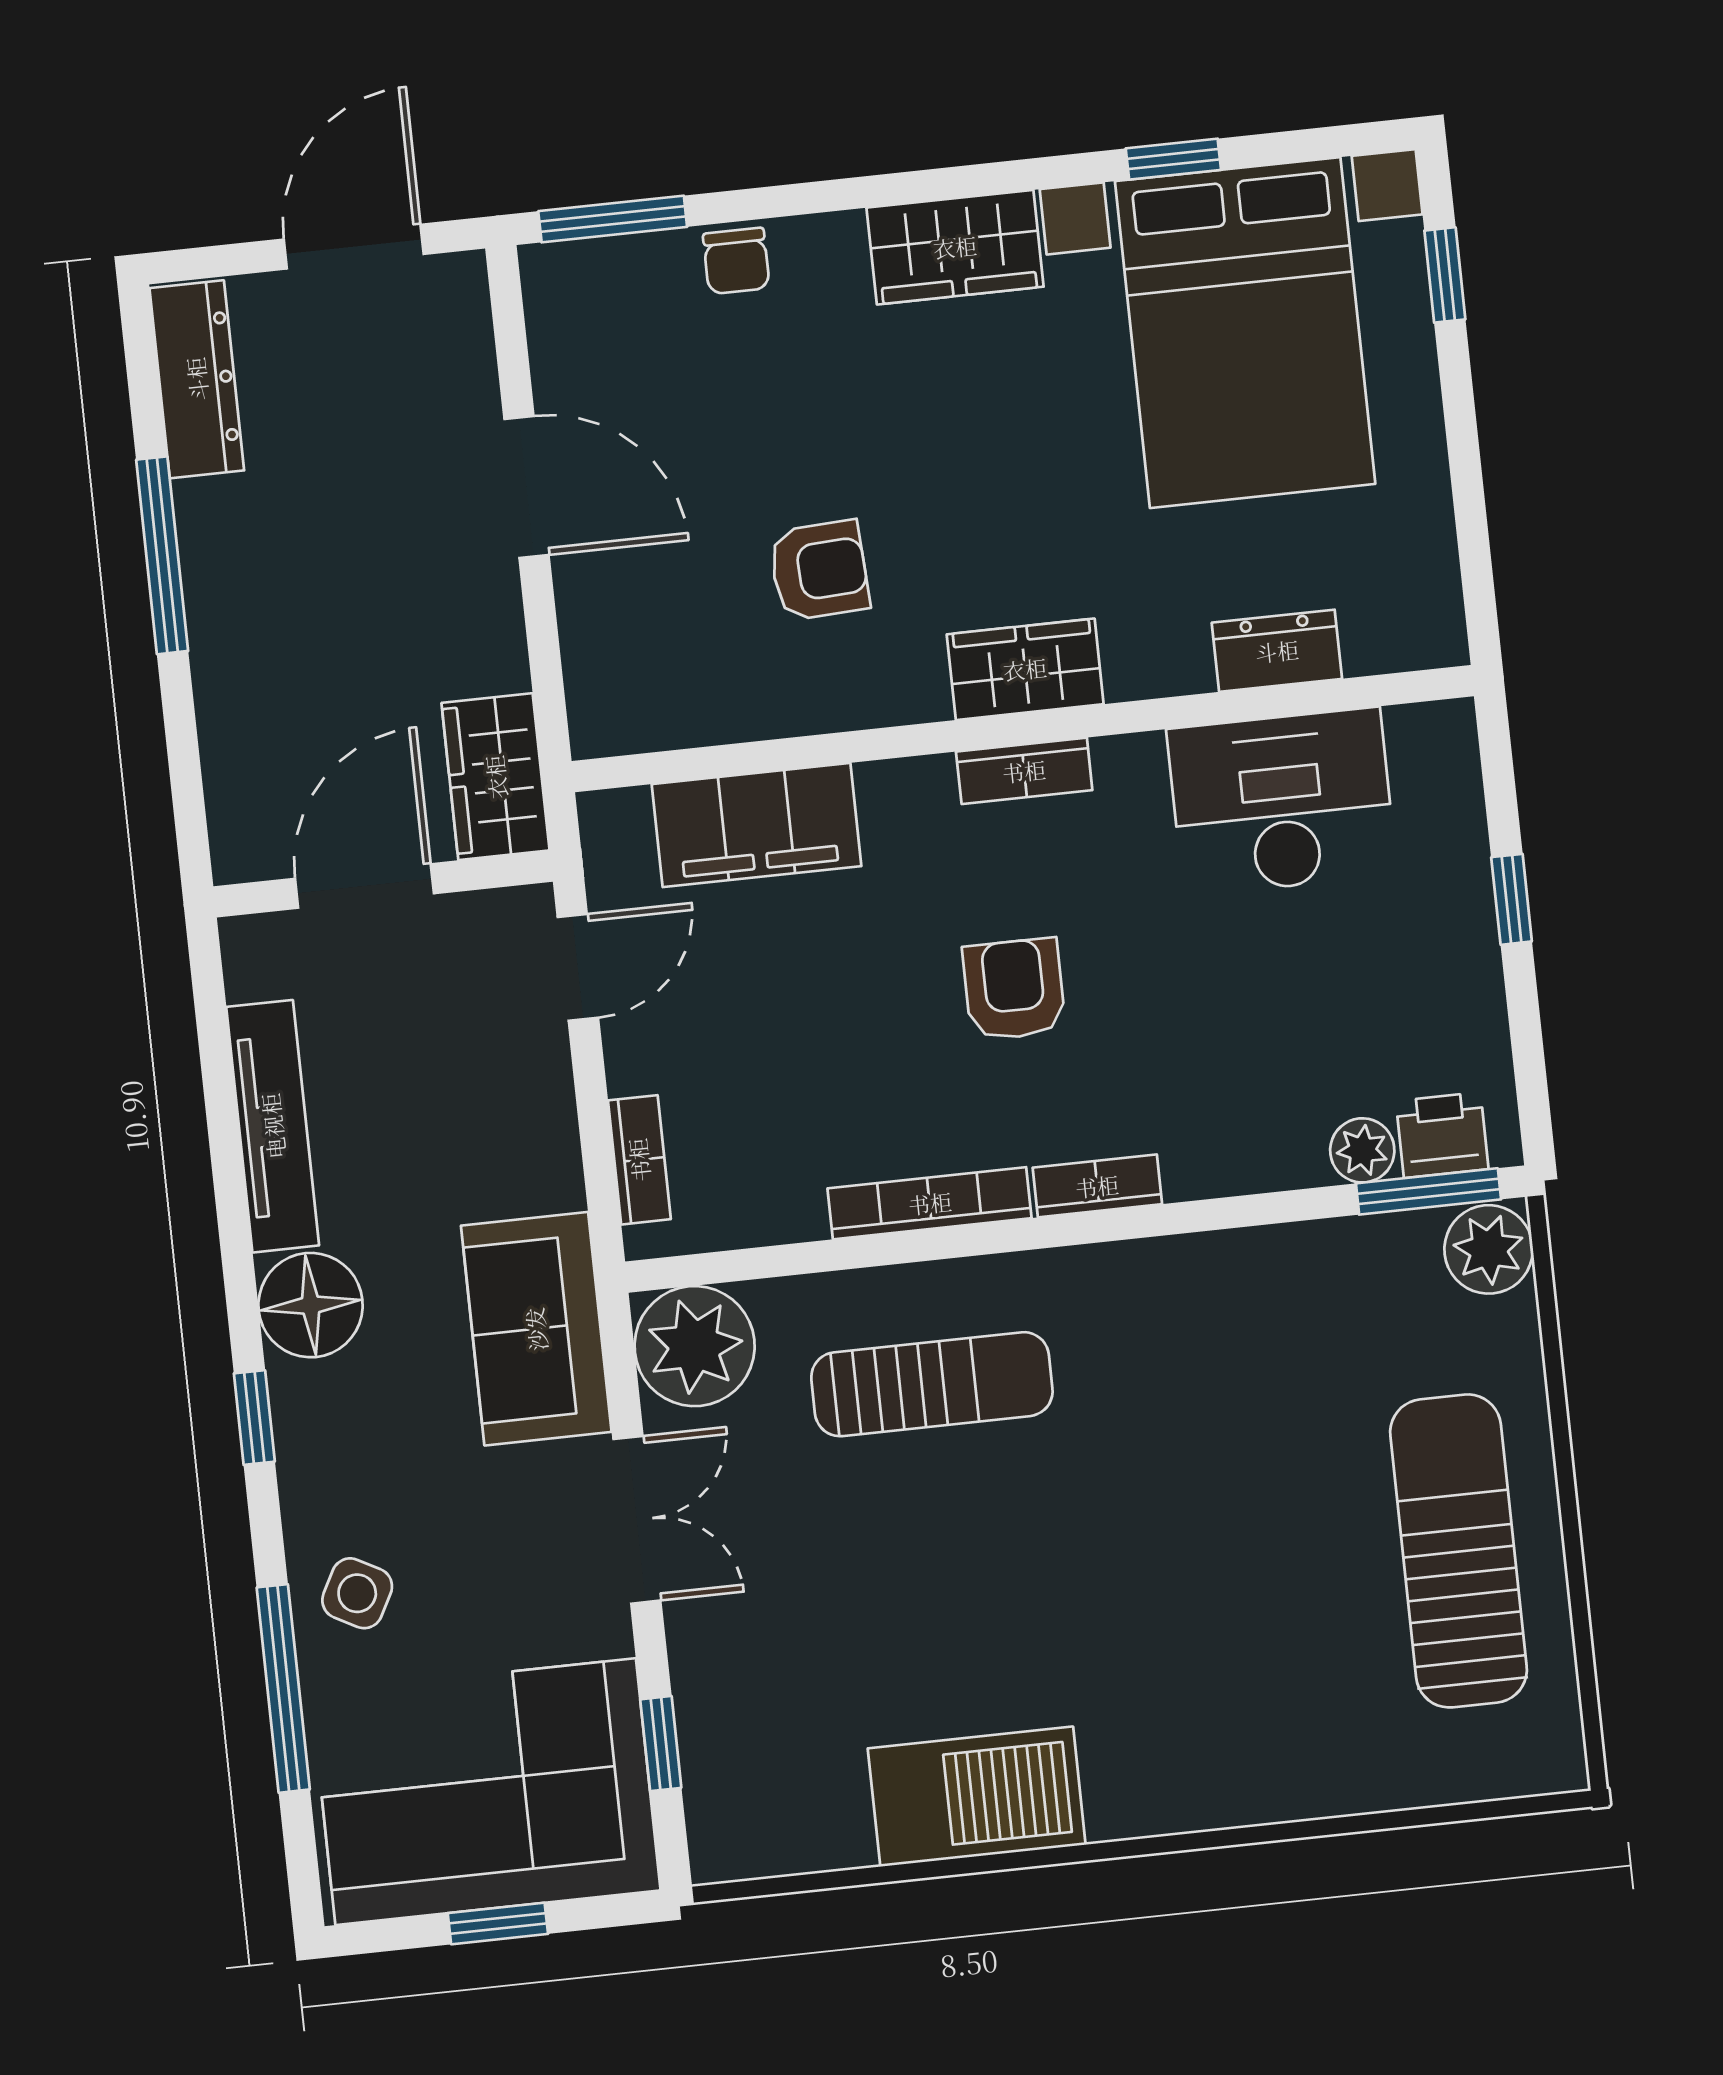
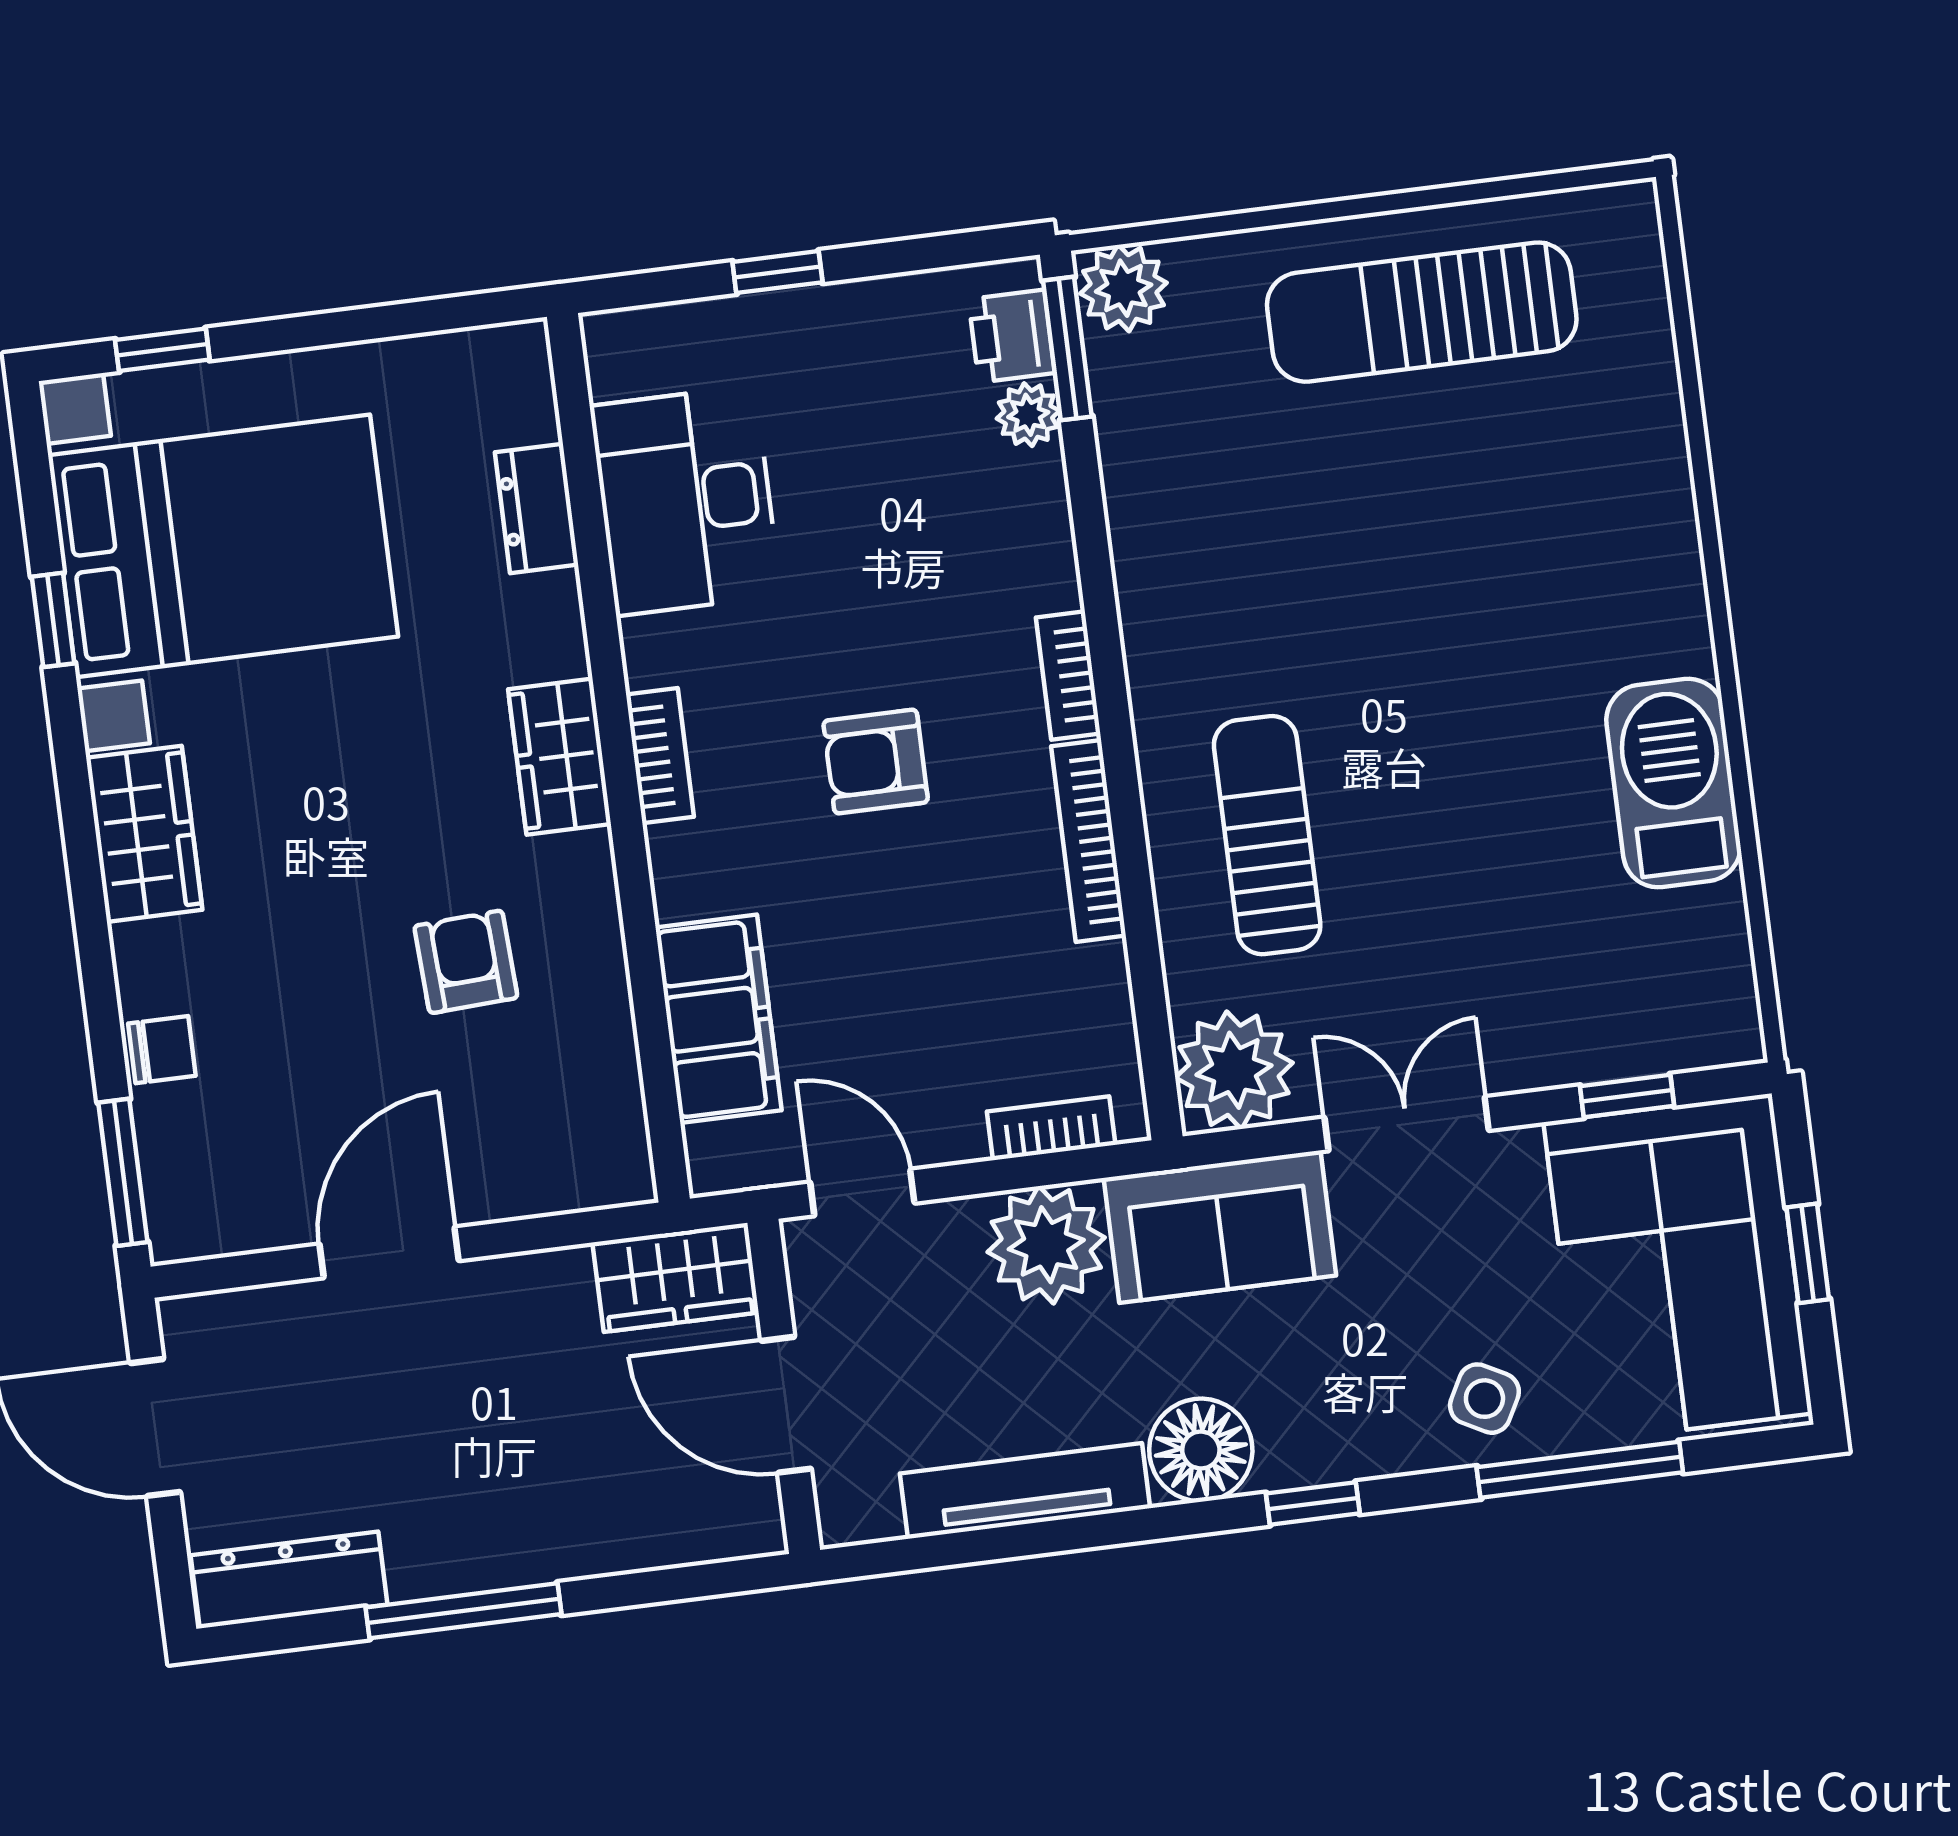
plant: (521, 1152) -> (1046, 1245), added

